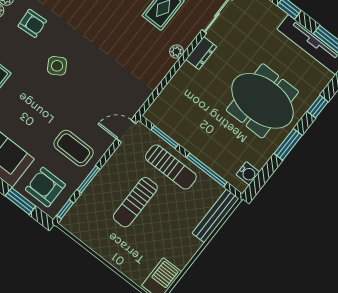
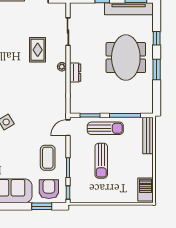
dresser: (201, 53) -> (75, 73), moved
meeting table: (262, 101) -> (126, 58), turned 90
coffee table: (74, 148) -> (48, 158), turned 90
water cooler: (248, 173) -> (147, 101), removed
armchair: (45, 187) -> (49, 189), turned 90

